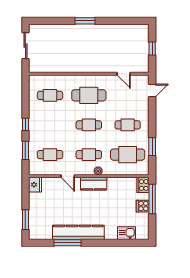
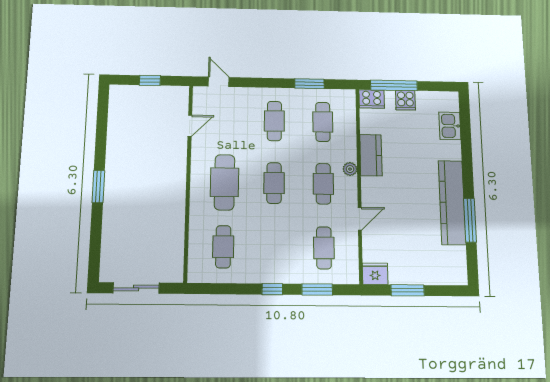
cafe table: (128, 155) -> (323, 122), width x0.73, depth x0.74
kitchen counter: (94, 184) -> (371, 155), moved
window: (25, 220) -> (408, 290), moved

